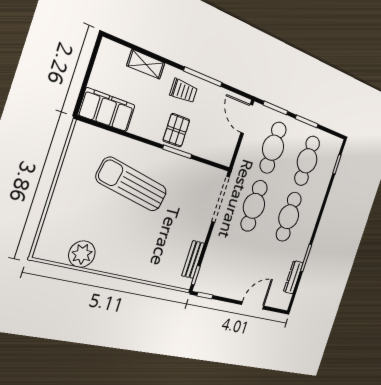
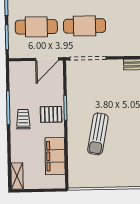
shelving: (146, 64) -> (17, 176), moved
filing cabinet: (107, 110) -> (55, 156), moved
door: (247, 119) -> (47, 59), moved
sun lounger: (132, 184) -> (98, 134), width x0.73, depth x0.75

